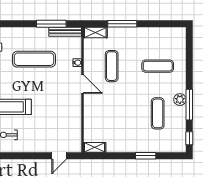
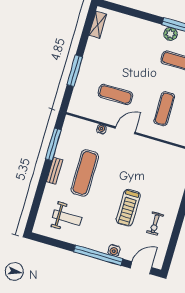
bench: (65, 32) -> (55, 171), moved, width x0.73
shelving: (95, 33) -> (98, 25), moved
exercise mat: (158, 66) -> (164, 109), moved

